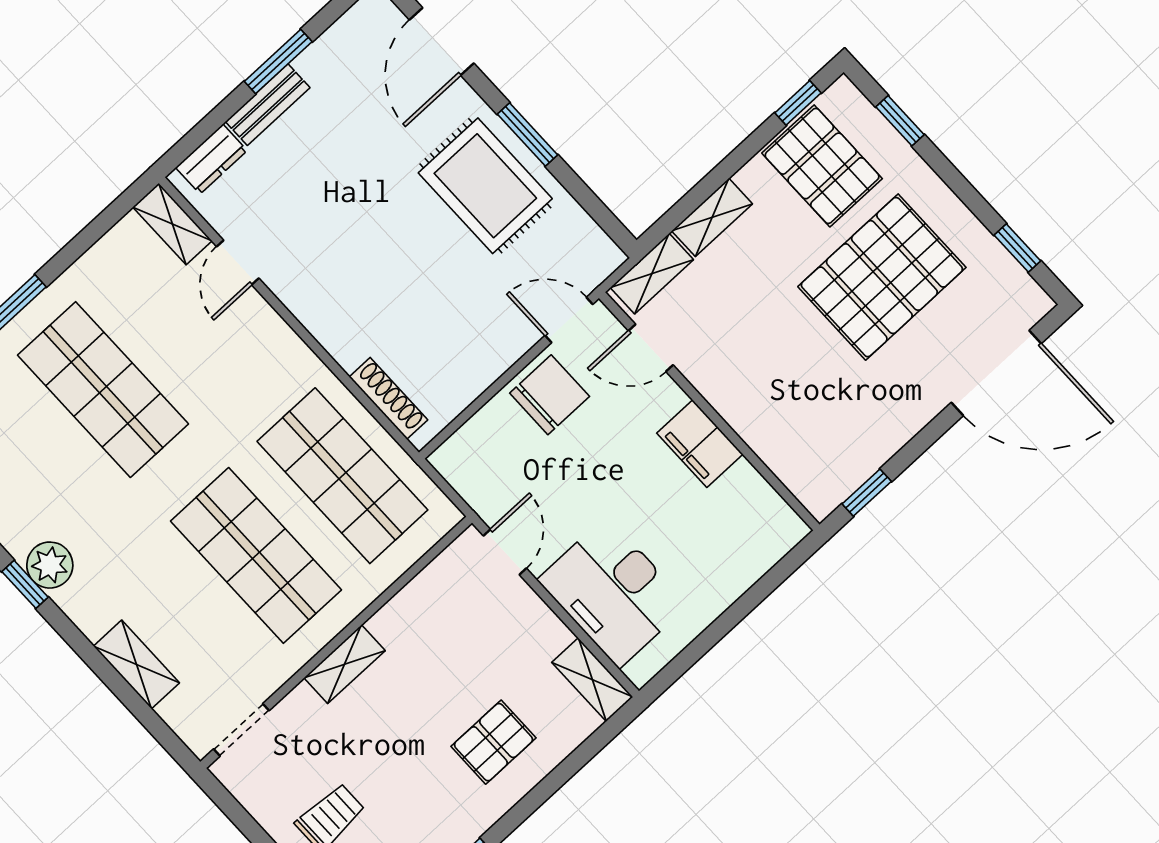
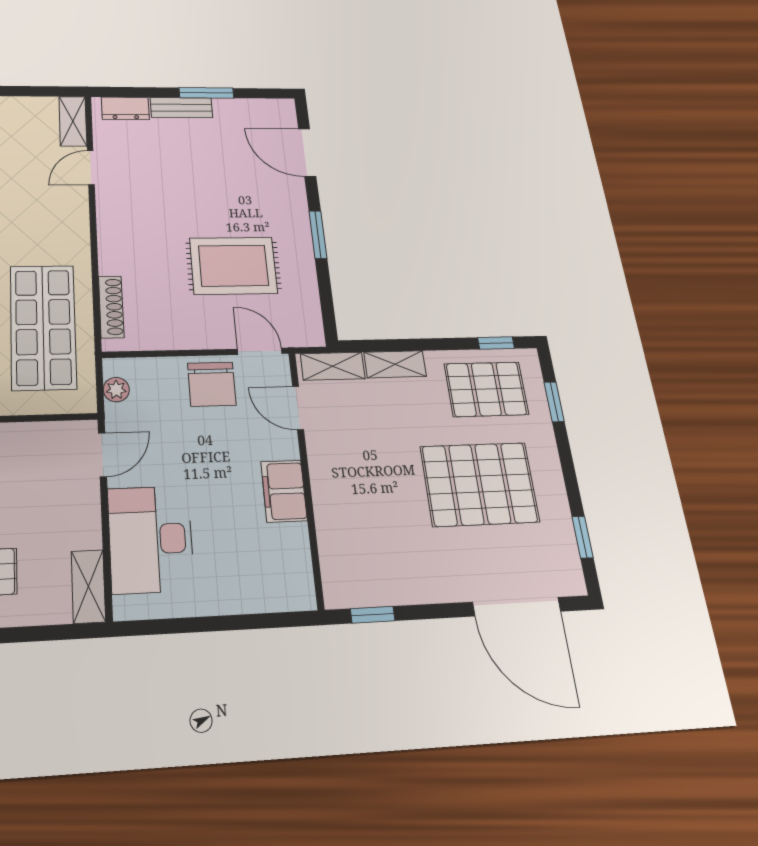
door: (442, 41) -> (307, 152), hinge flipped
pallet: (822, 166) -> (486, 389), turned 90
rug: (485, 186) -> (233, 266), moved, turned 90
chair: (550, 395) -> (212, 384), turned 90
plant: (464, 478) -> (116, 390), added

